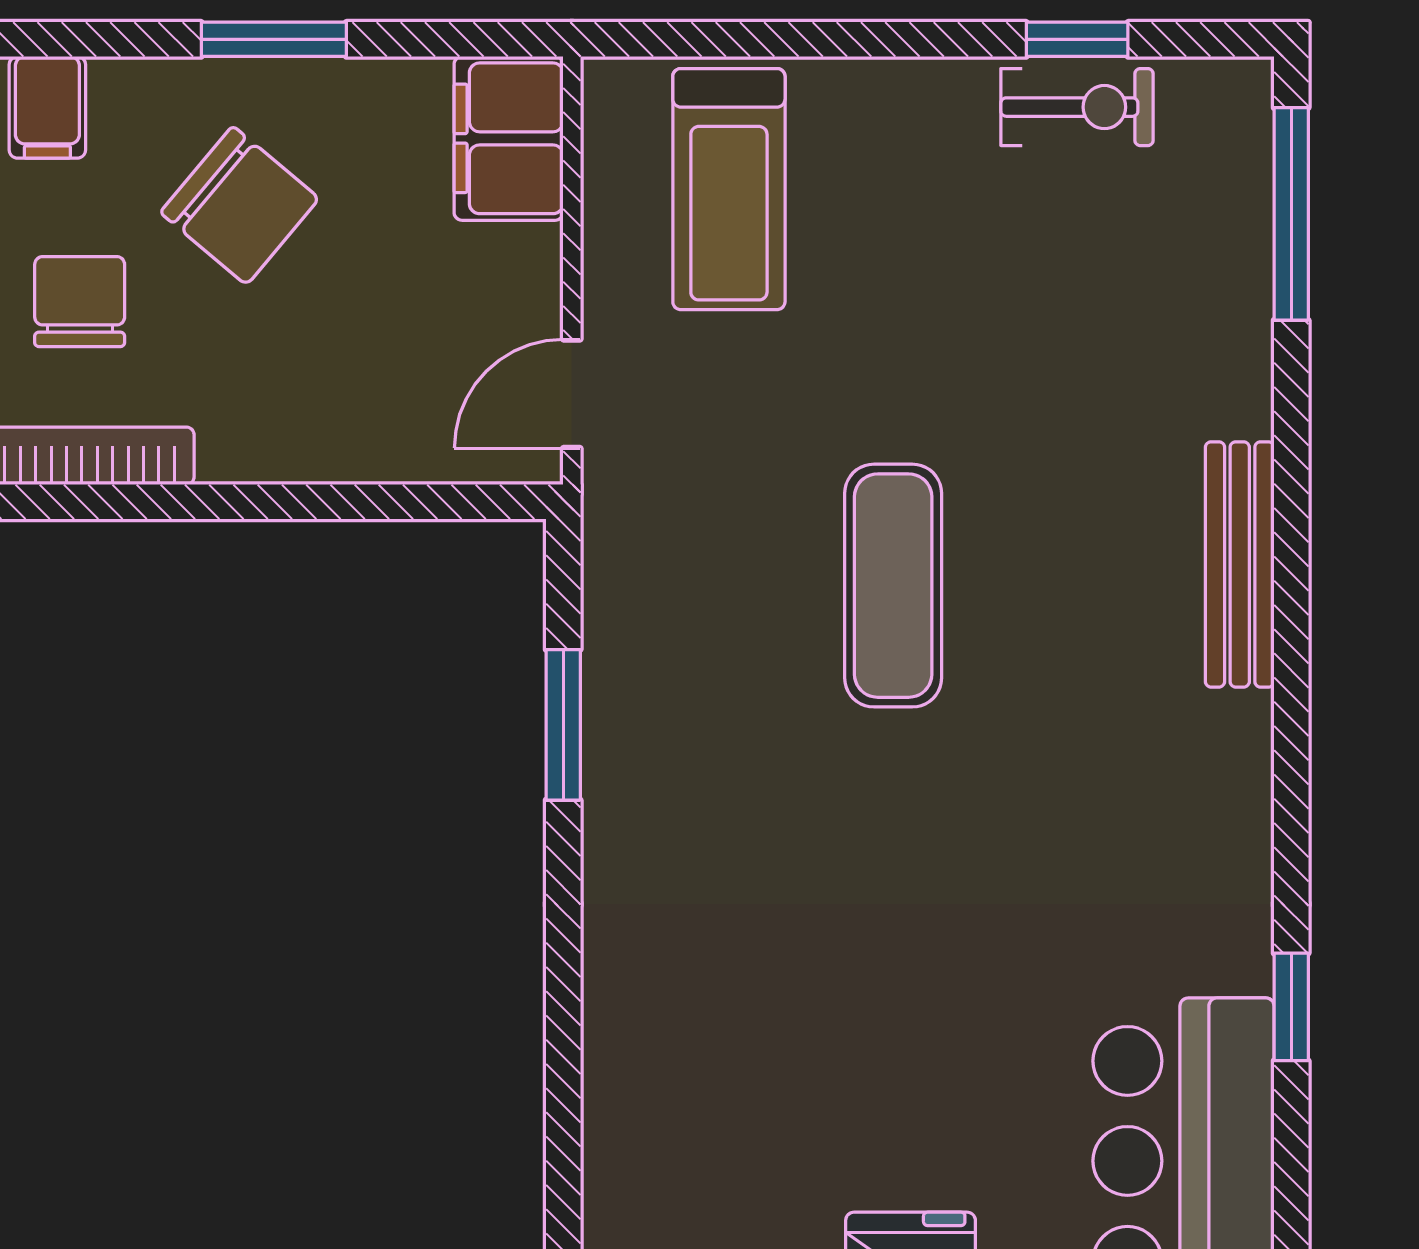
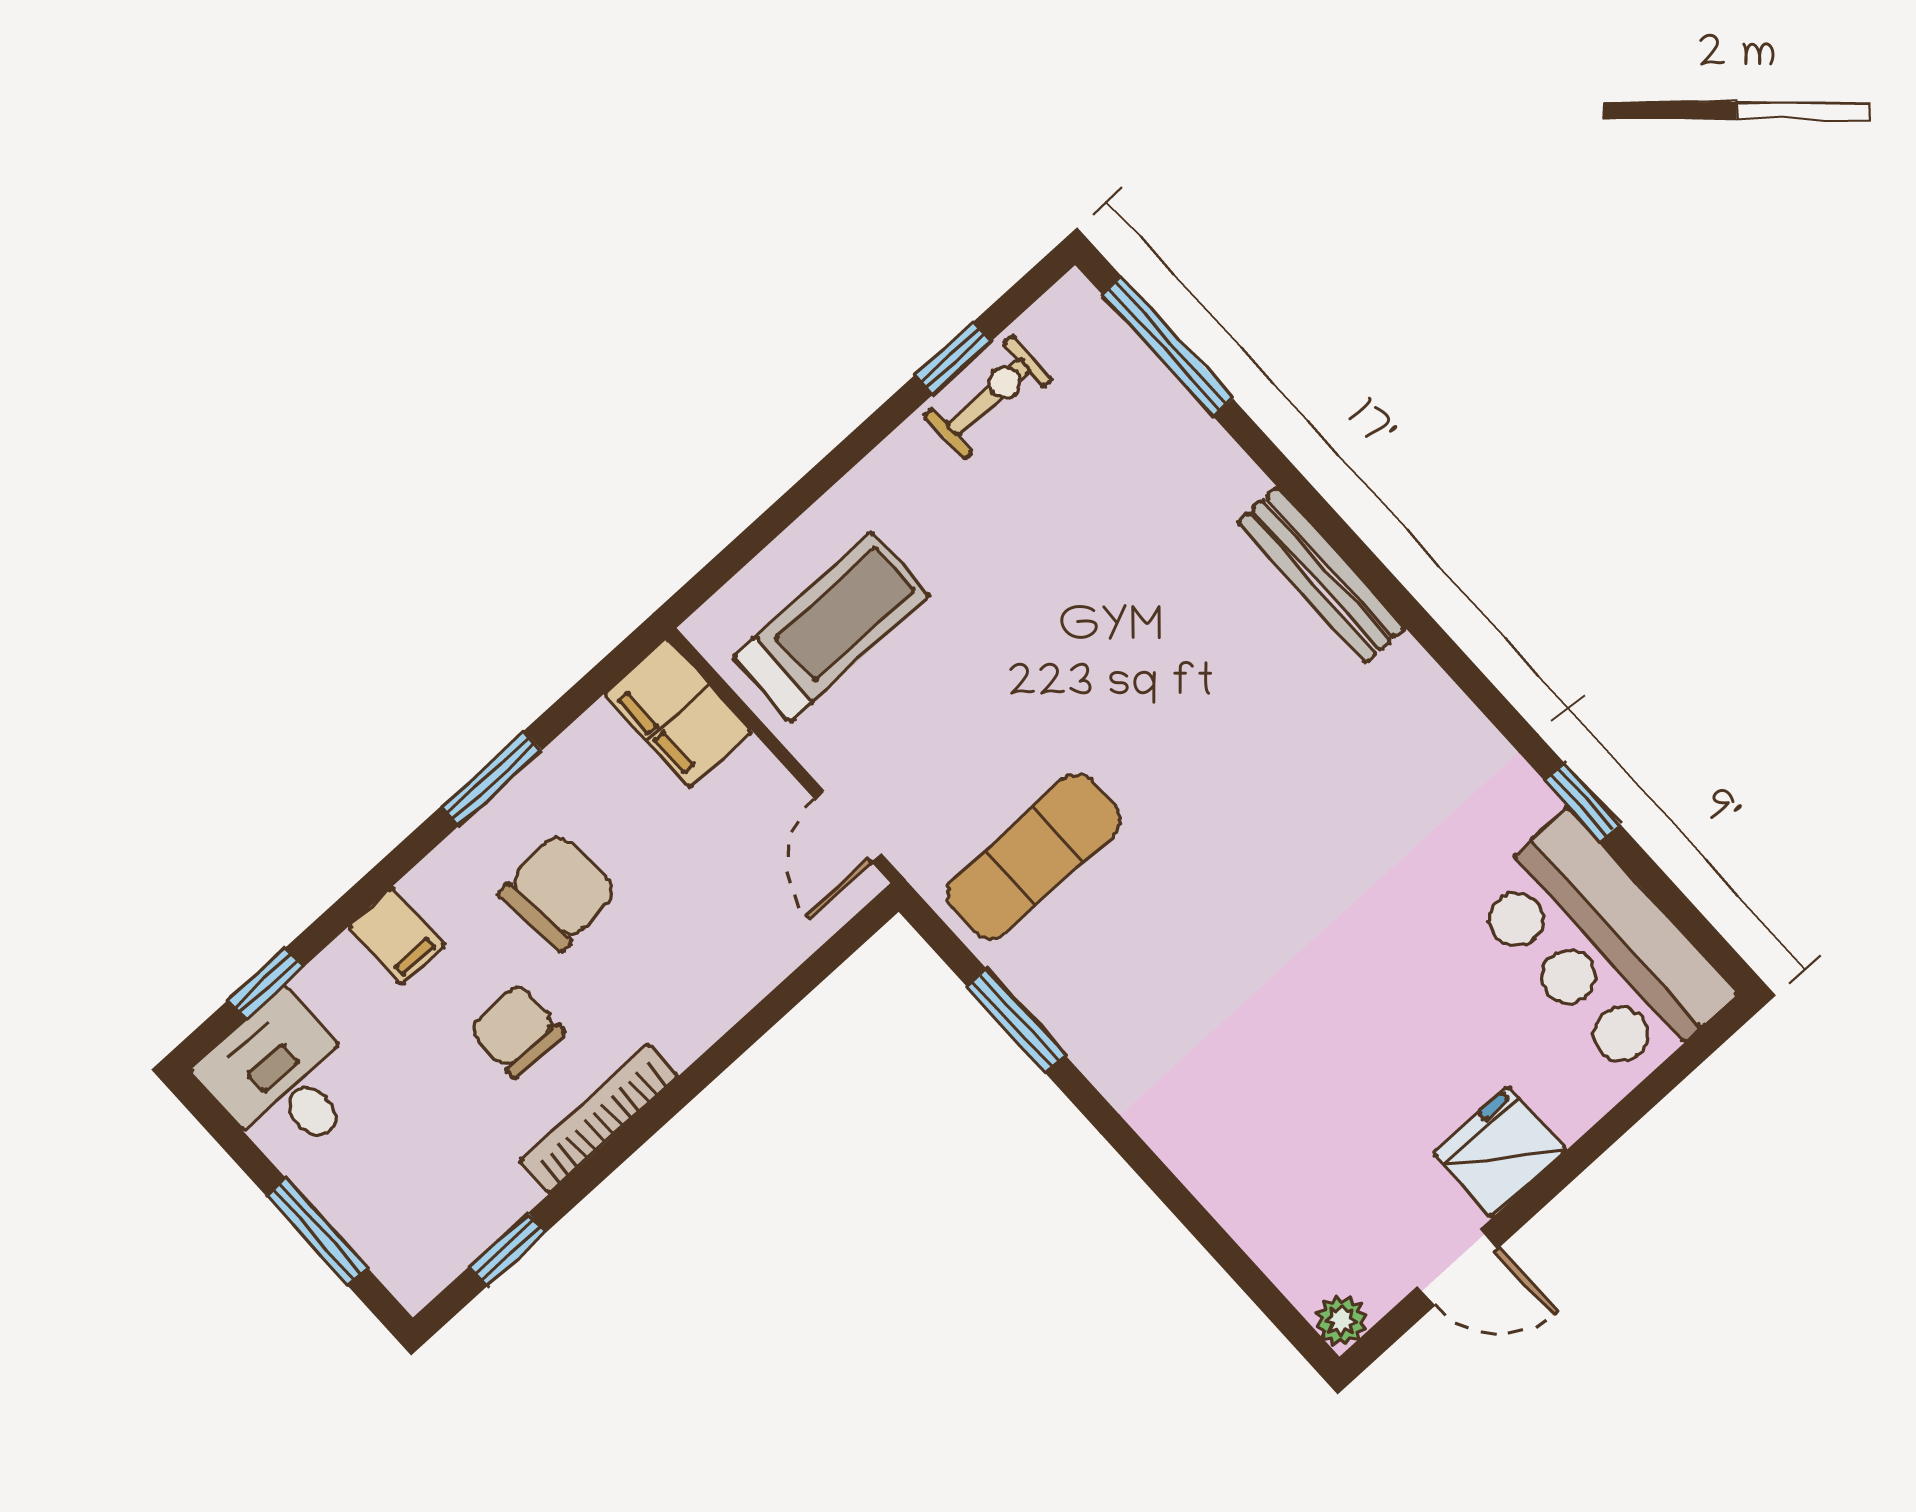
treadmill: (729, 189) -> (831, 626), turned -90
chair: (240, 205) -> (558, 892), turned -45
exercise mat: (893, 586) -> (1034, 857), moved, turned 90

